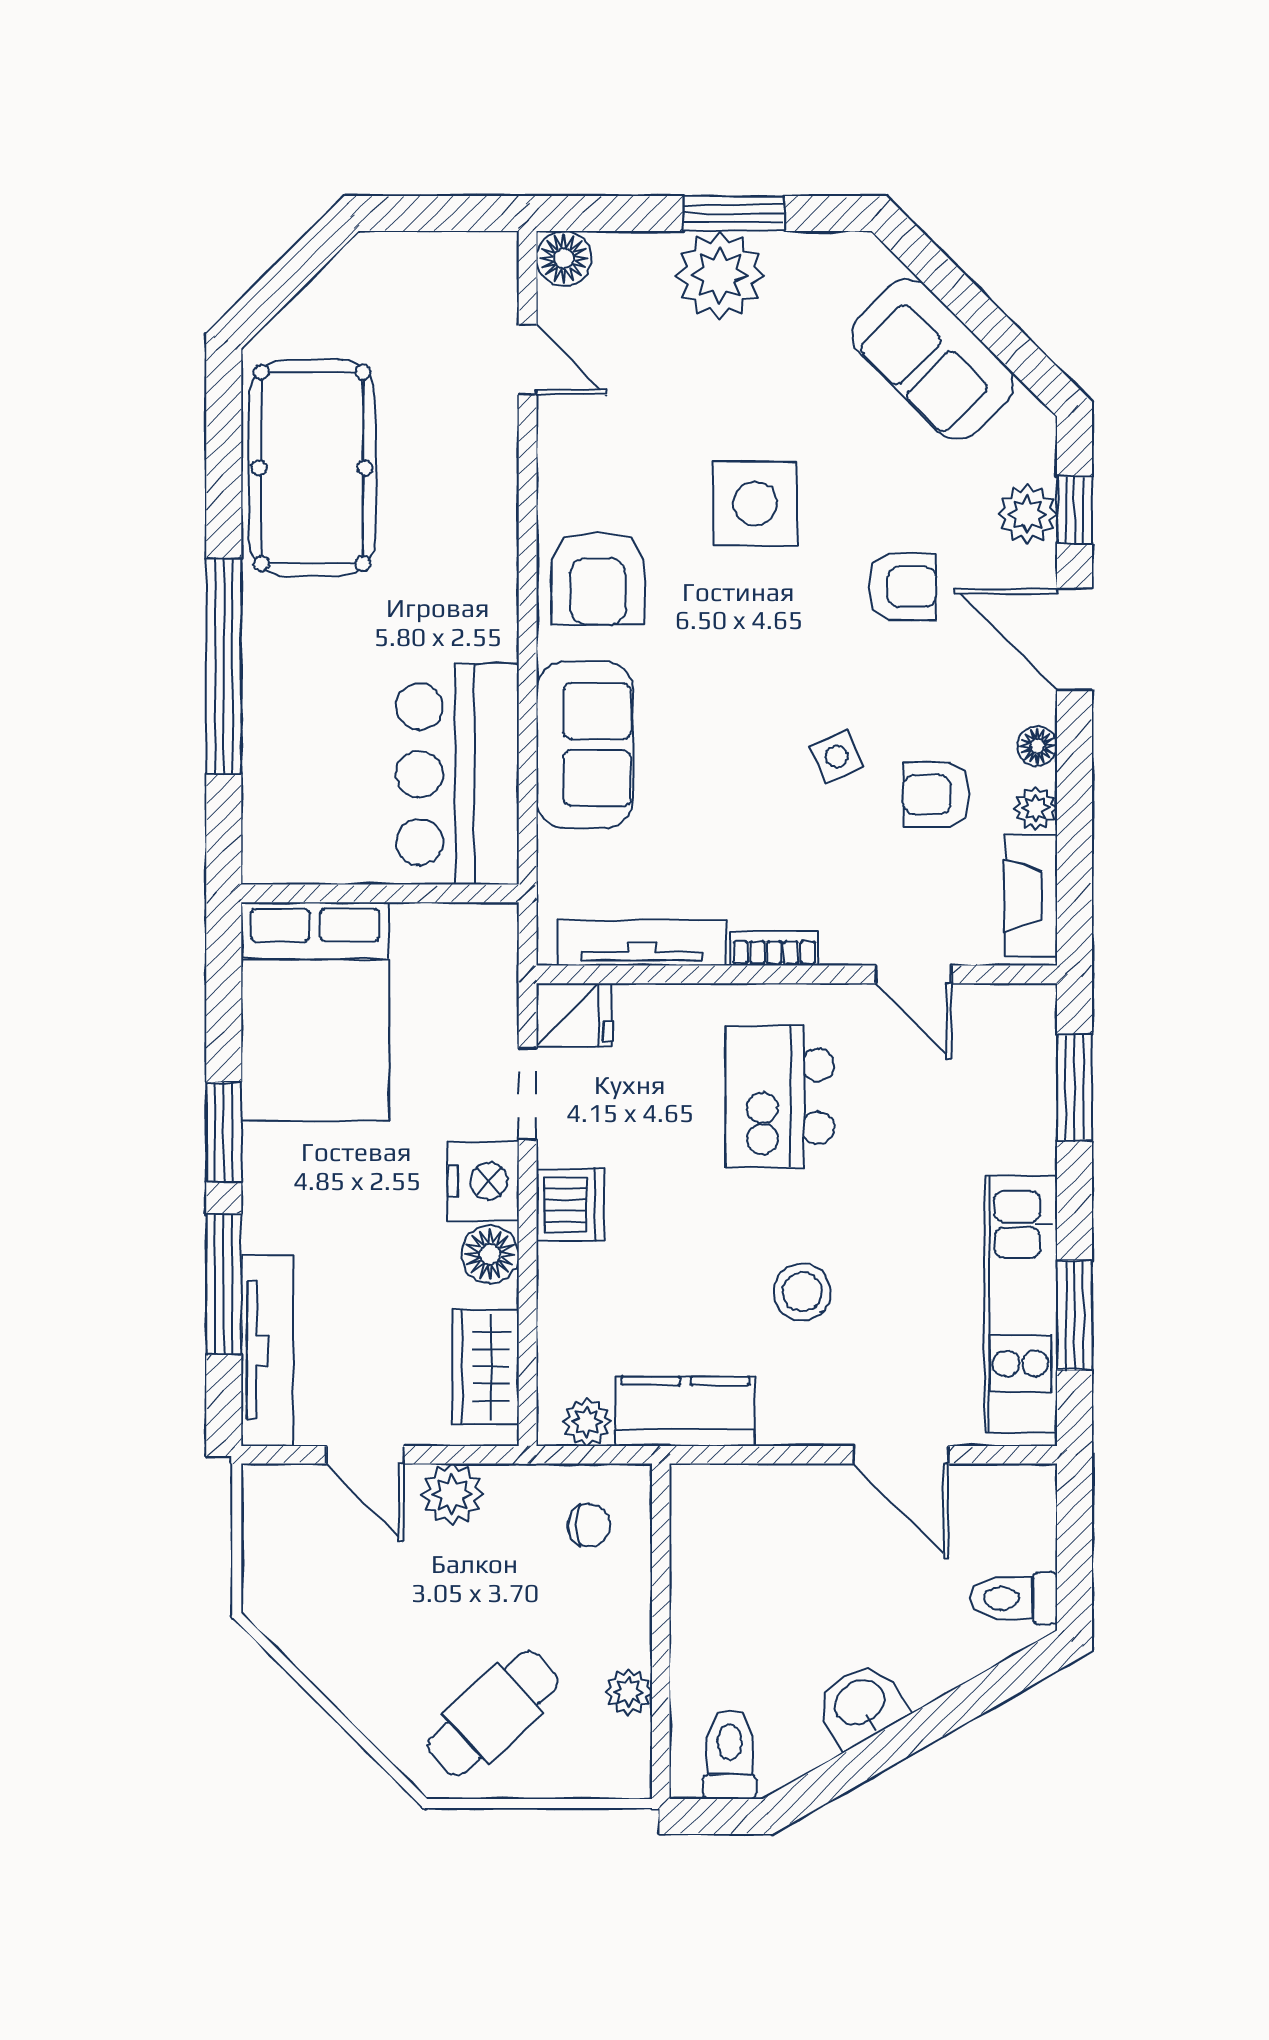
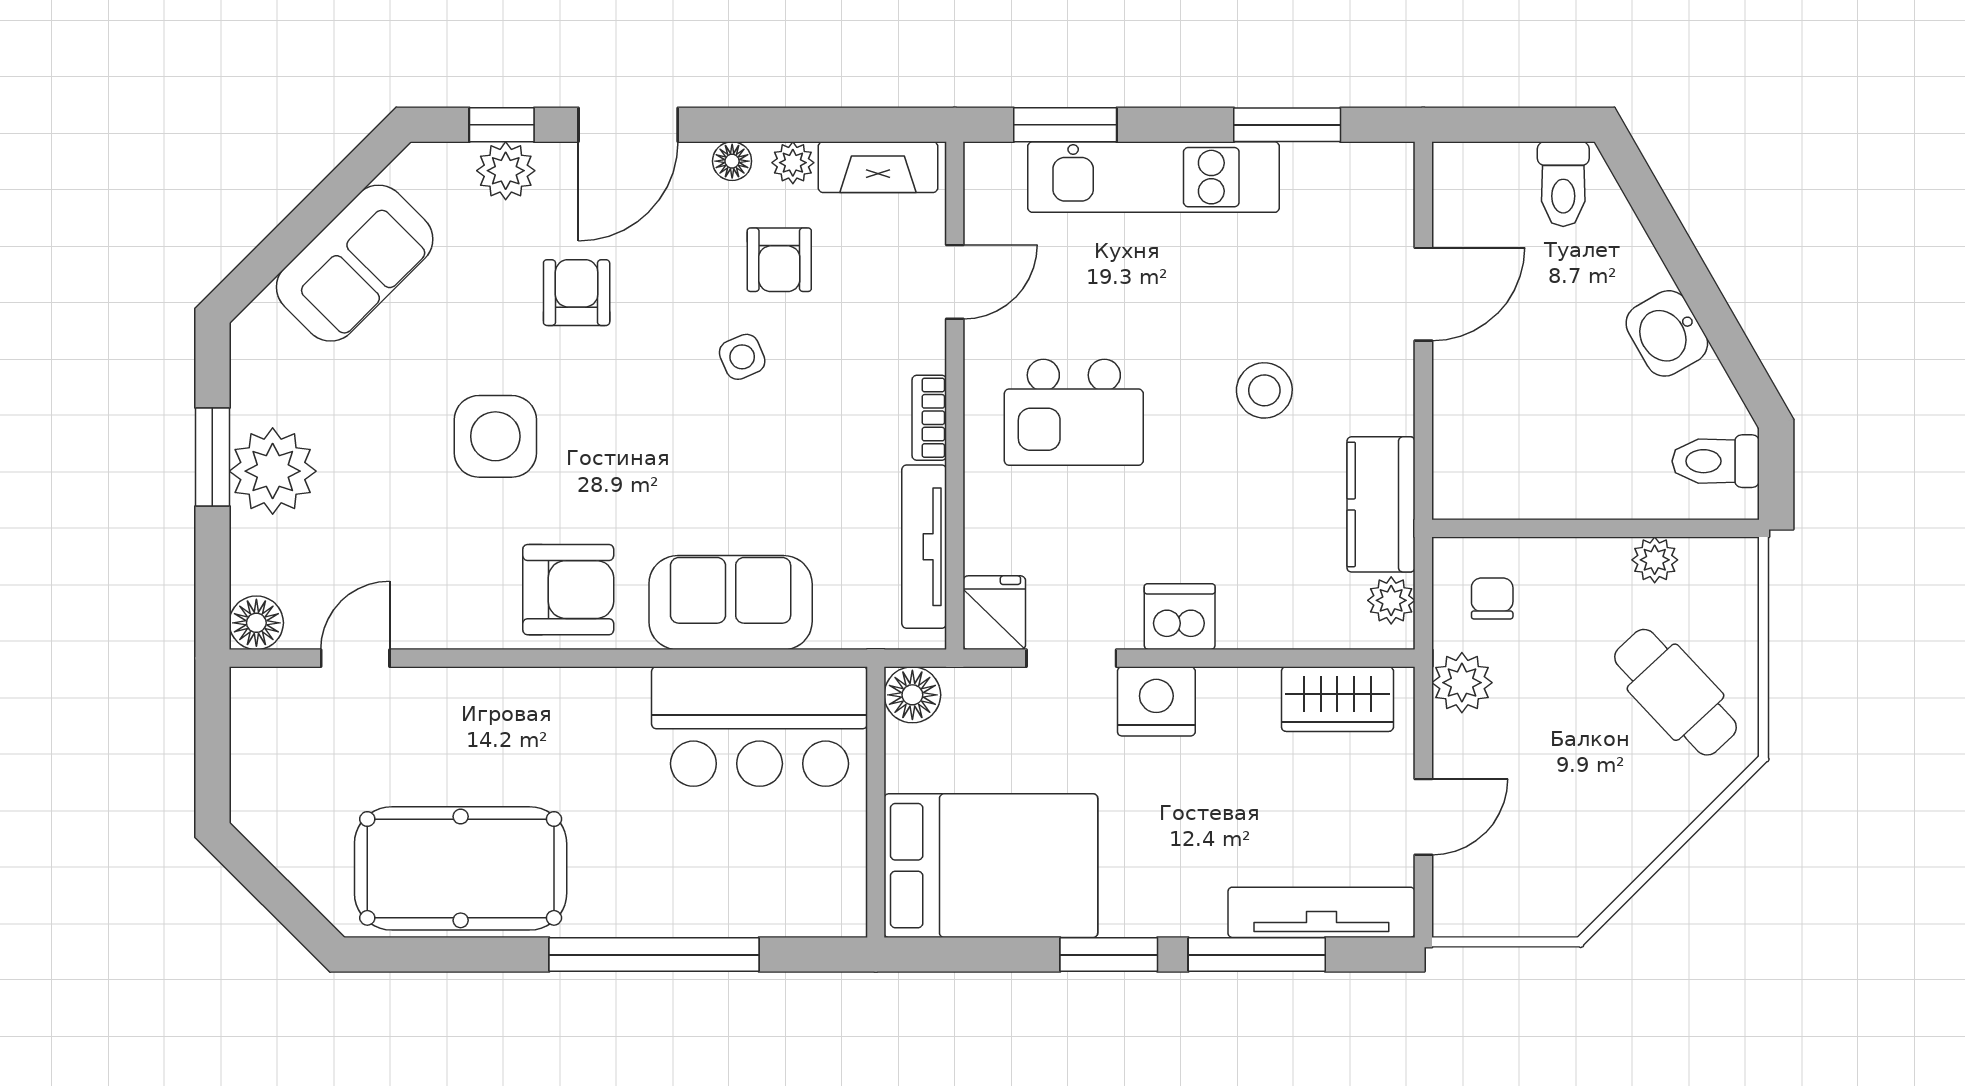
floor lamp: (490, 1254) -> (912, 695), moved
kitchen unit: (1021, 1304) -> (1154, 177), moved
plant: (452, 1494) -> (1462, 683), moved

